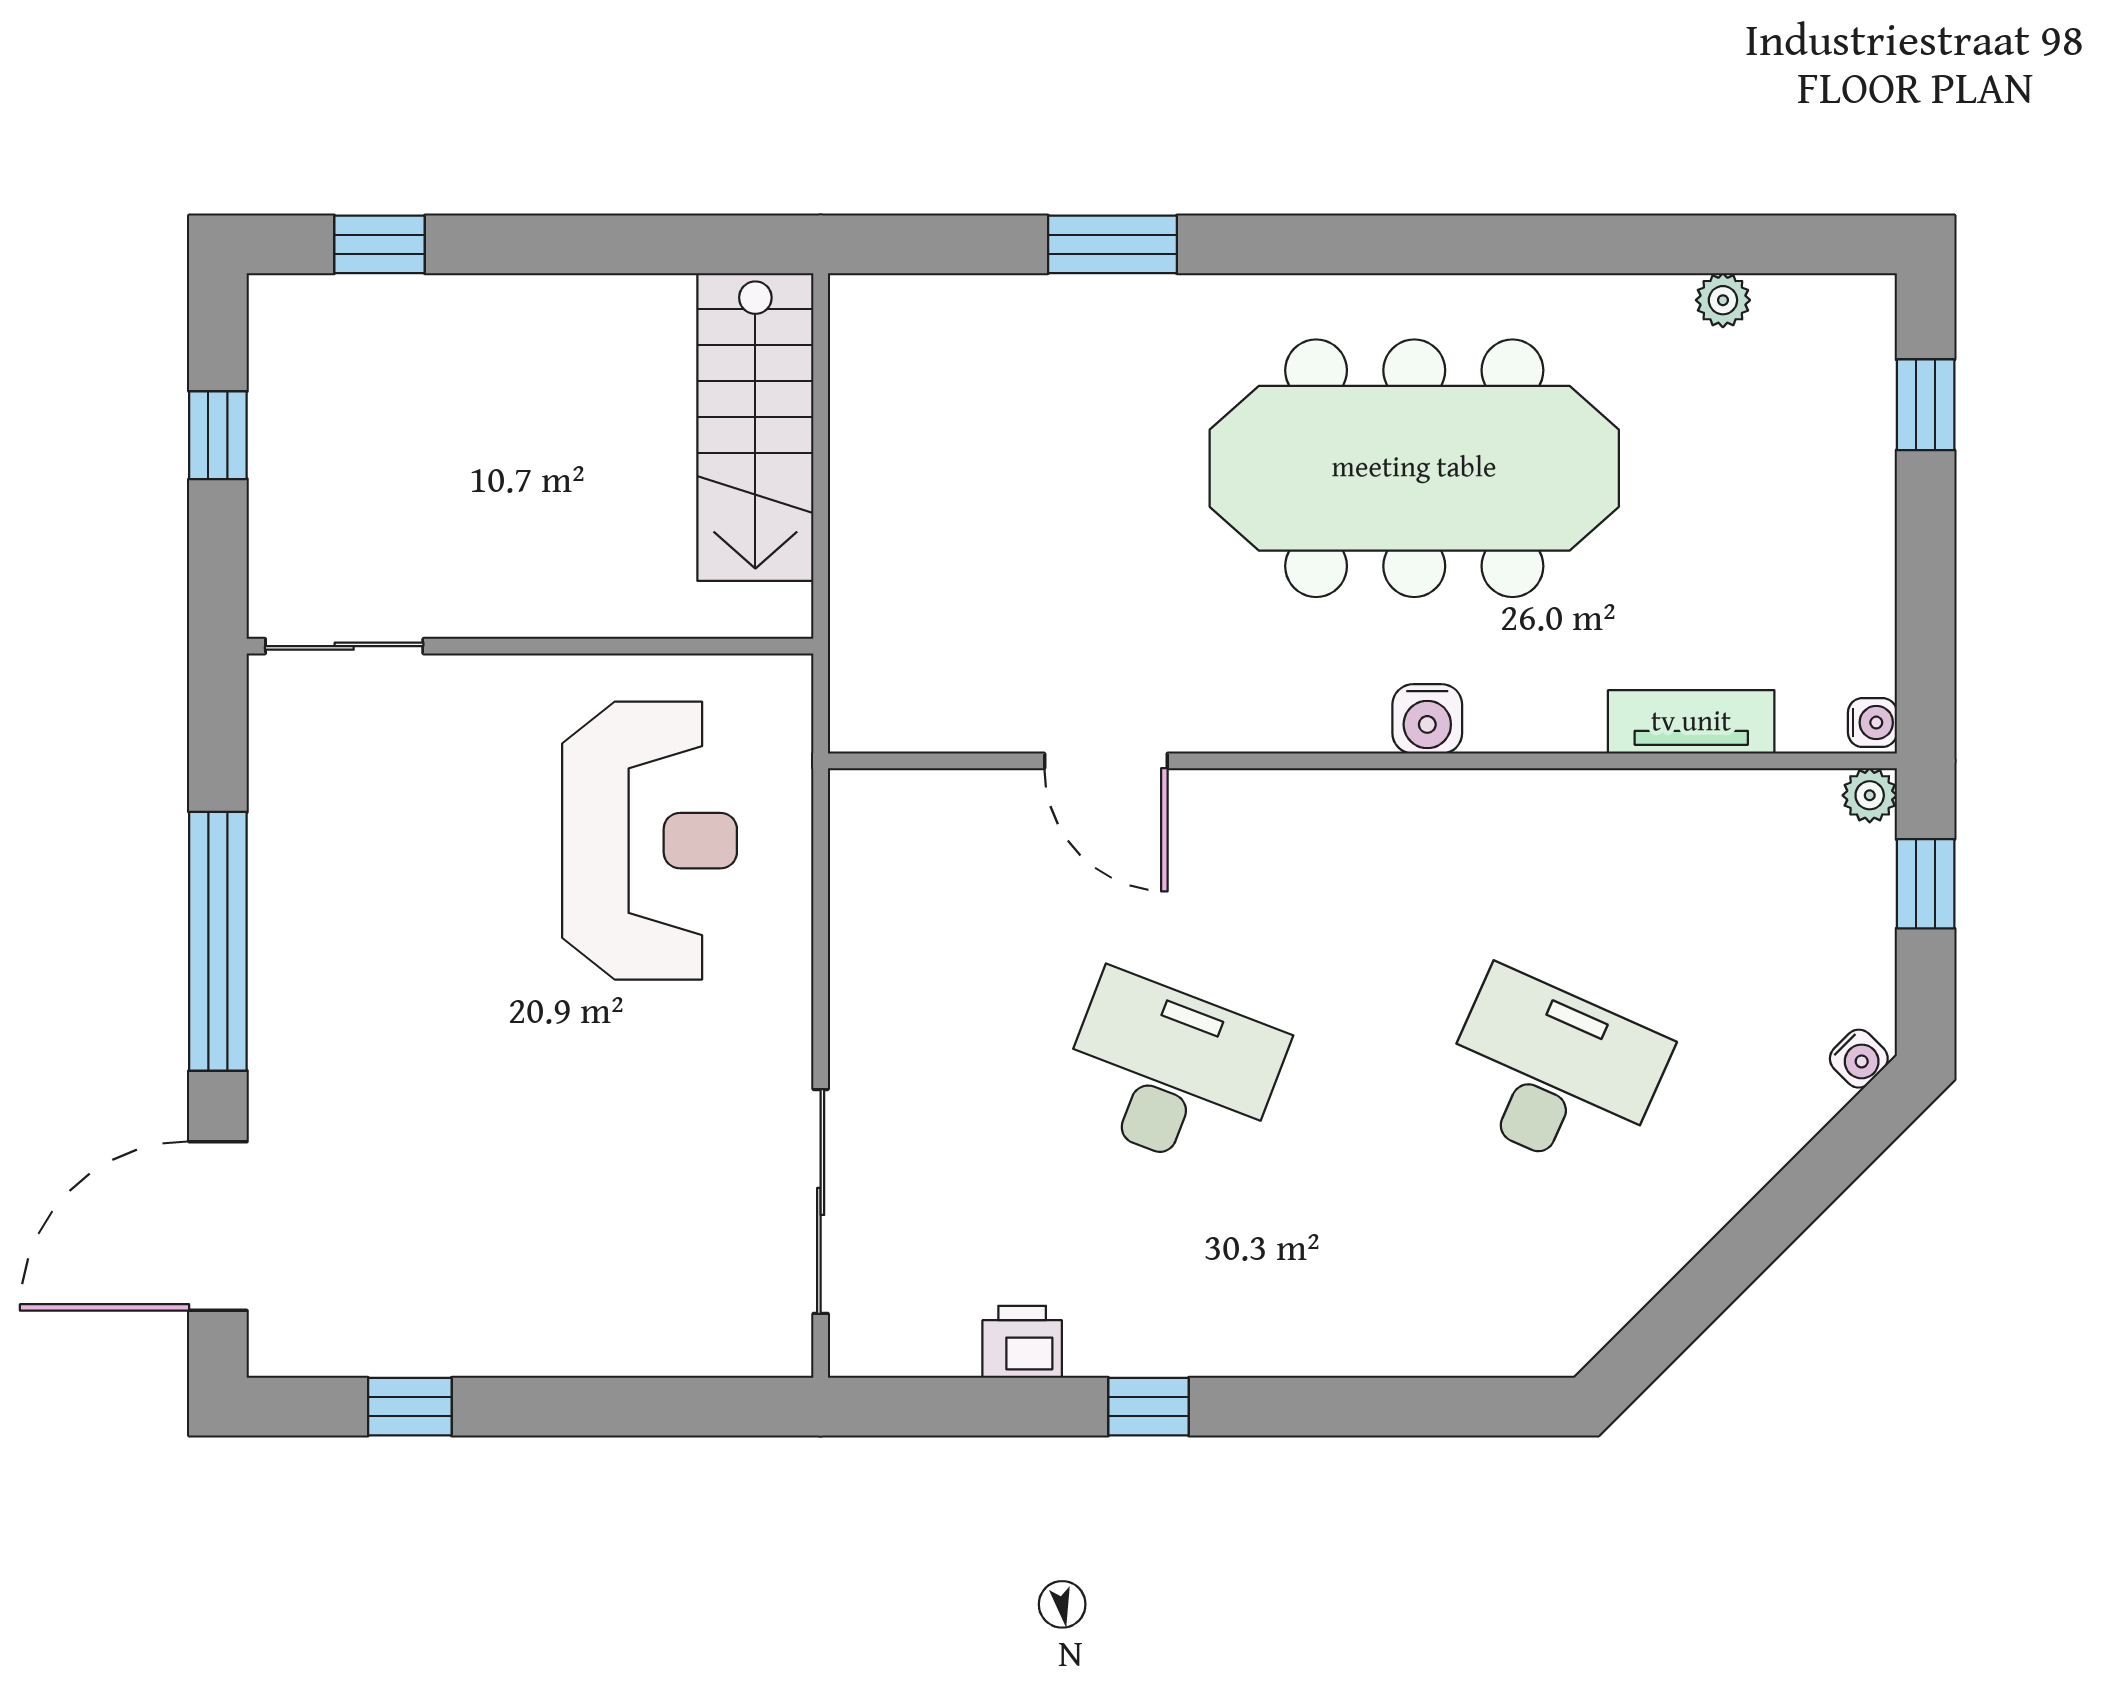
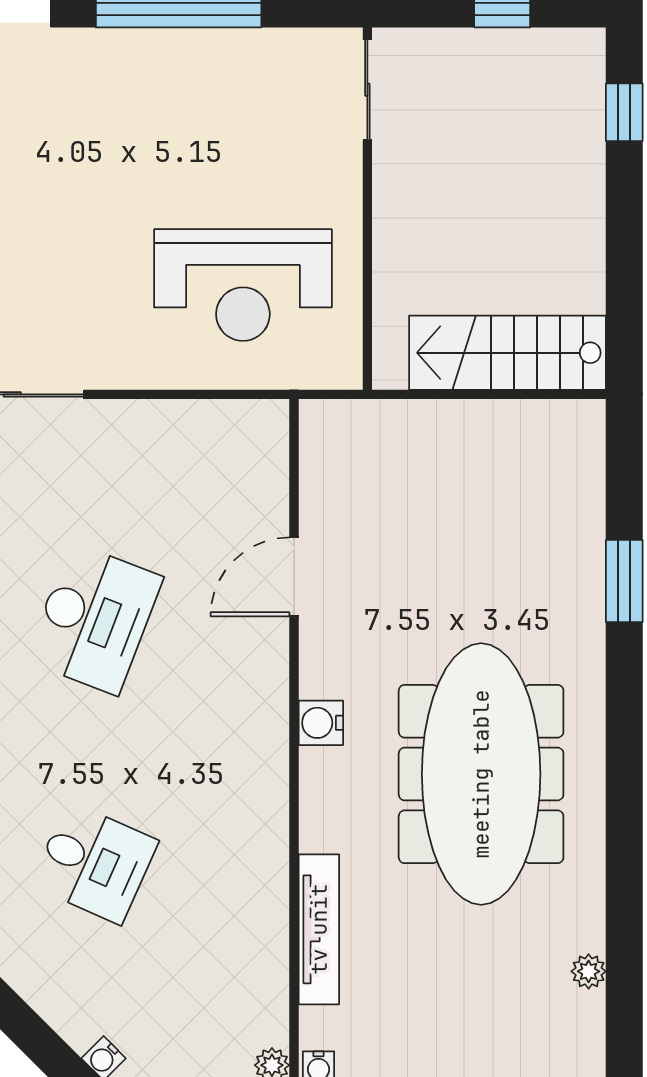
water cooler: (1427, 719) -> (321, 723), moved
tv unit: (1691, 722) -> (319, 929), width x1.41
desk: (1553, 1073) -> (94, 863), width x0.73

